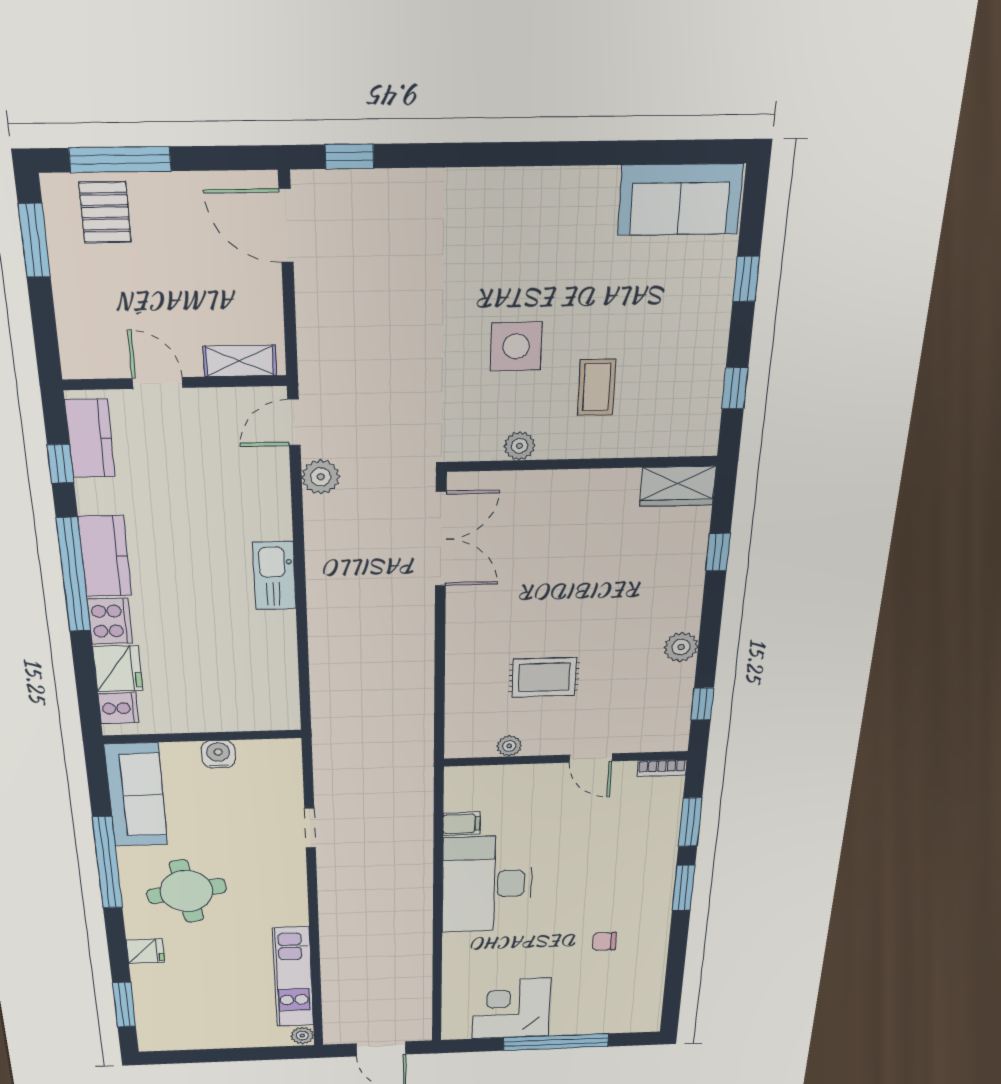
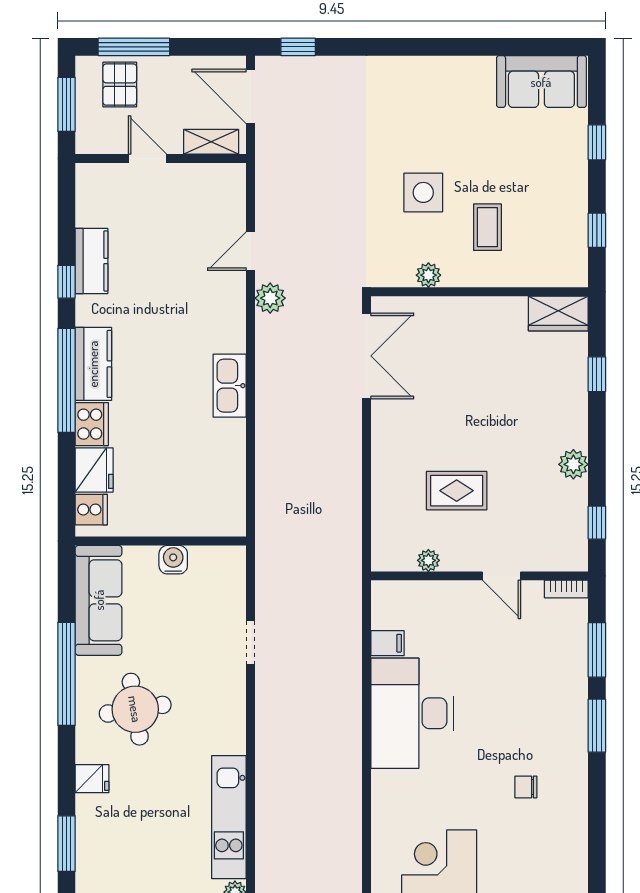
shelving: (240, 361) -> (211, 142), moved
door: (158, 383) -> (147, 158), moved
wall: (175, 383) -> (161, 158), moved

